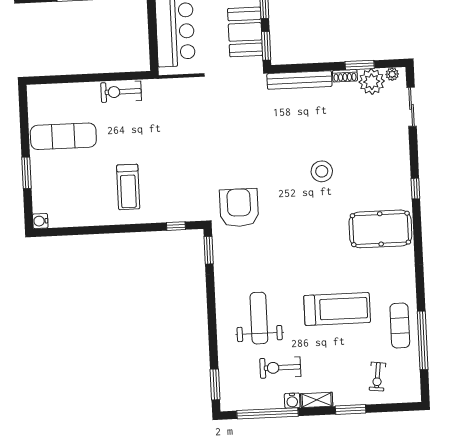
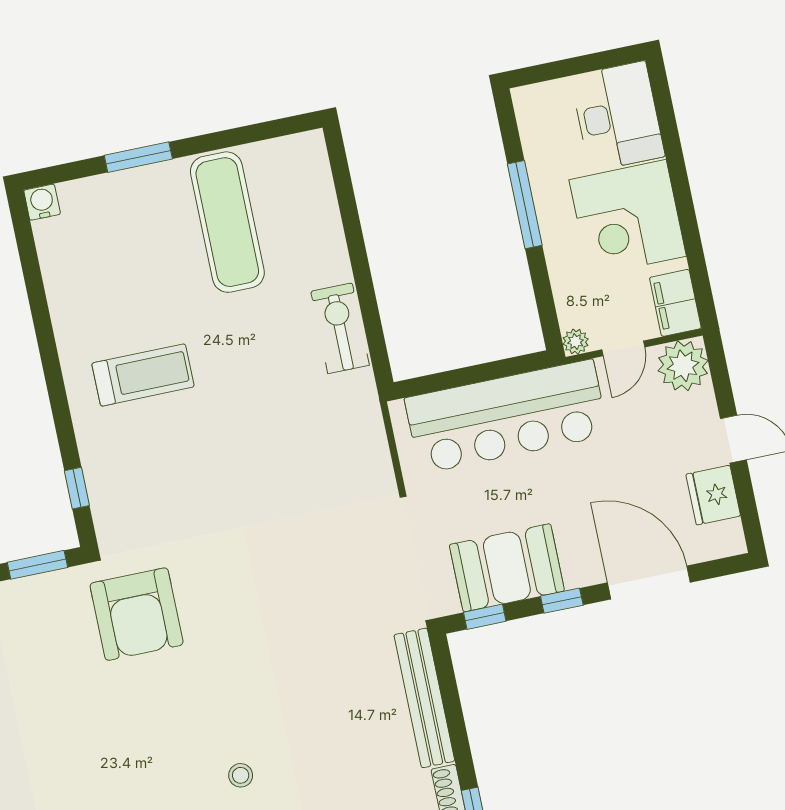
window: (266, 46) -> (485, 617), width x0.67
stool: (322, 171) -> (241, 775), width x0.53, depth x0.53
treadmill: (128, 187) -> (143, 375), turned 180
armchair: (239, 208) -> (137, 614), turned 90

